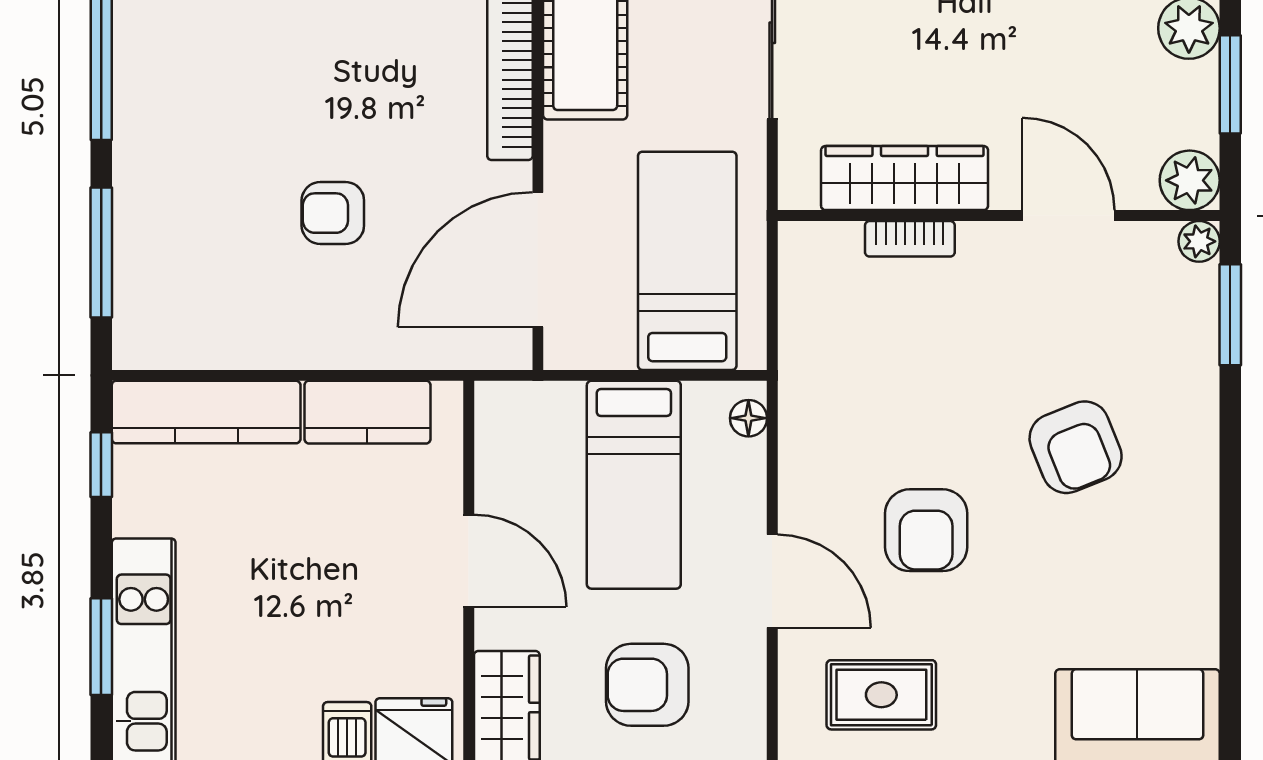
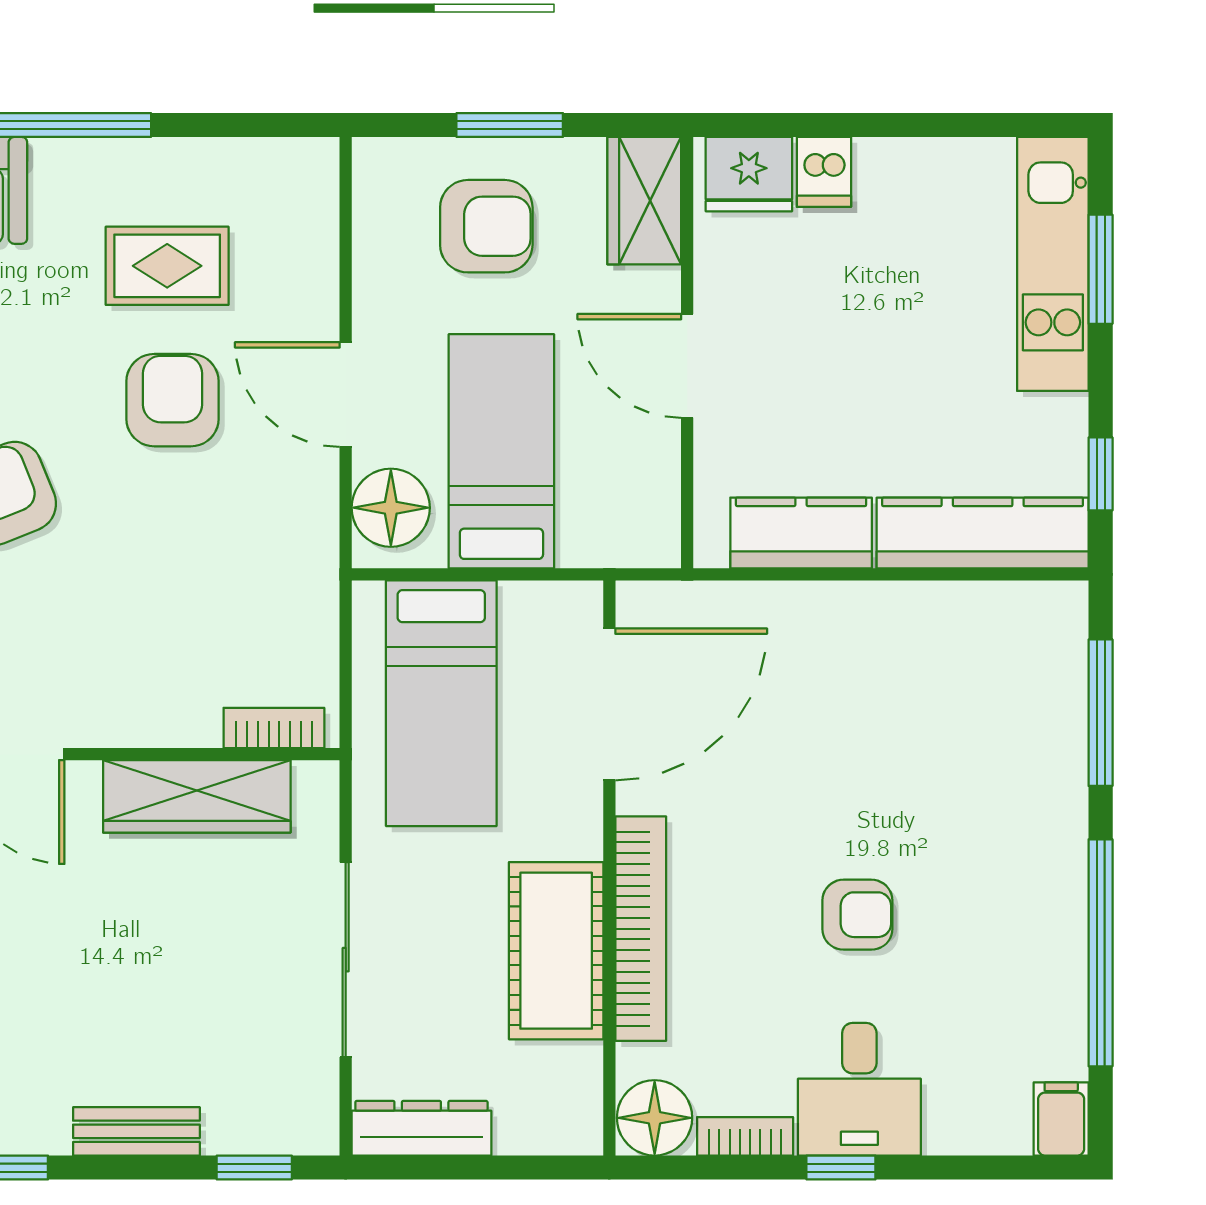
armchair: (333, 213) -> (857, 915), moved
bookcase: (910, 239) -> (274, 728), moved
floor lamp: (748, 418) -> (391, 508), width x1.89, depth x1.89
door: (772, 581) -> (346, 394), moved
rug: (881, 695) -> (167, 266), moved

